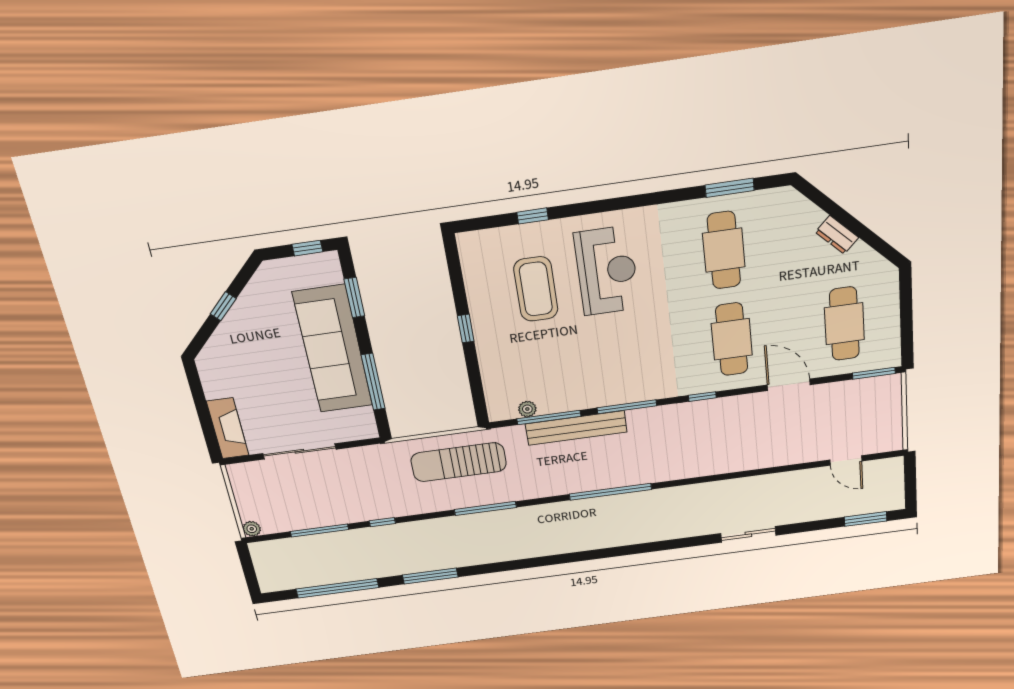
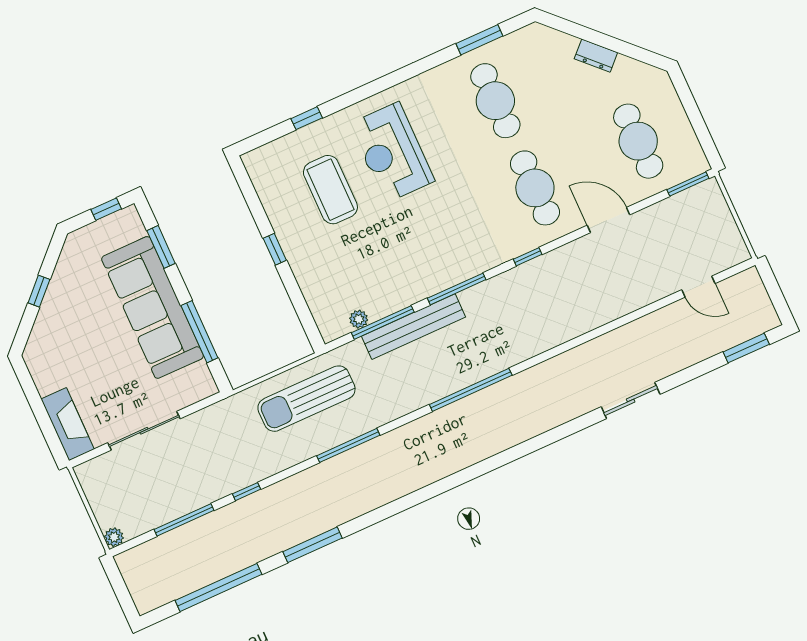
reception desk: (607, 271) -> (392, 152), turned 180

